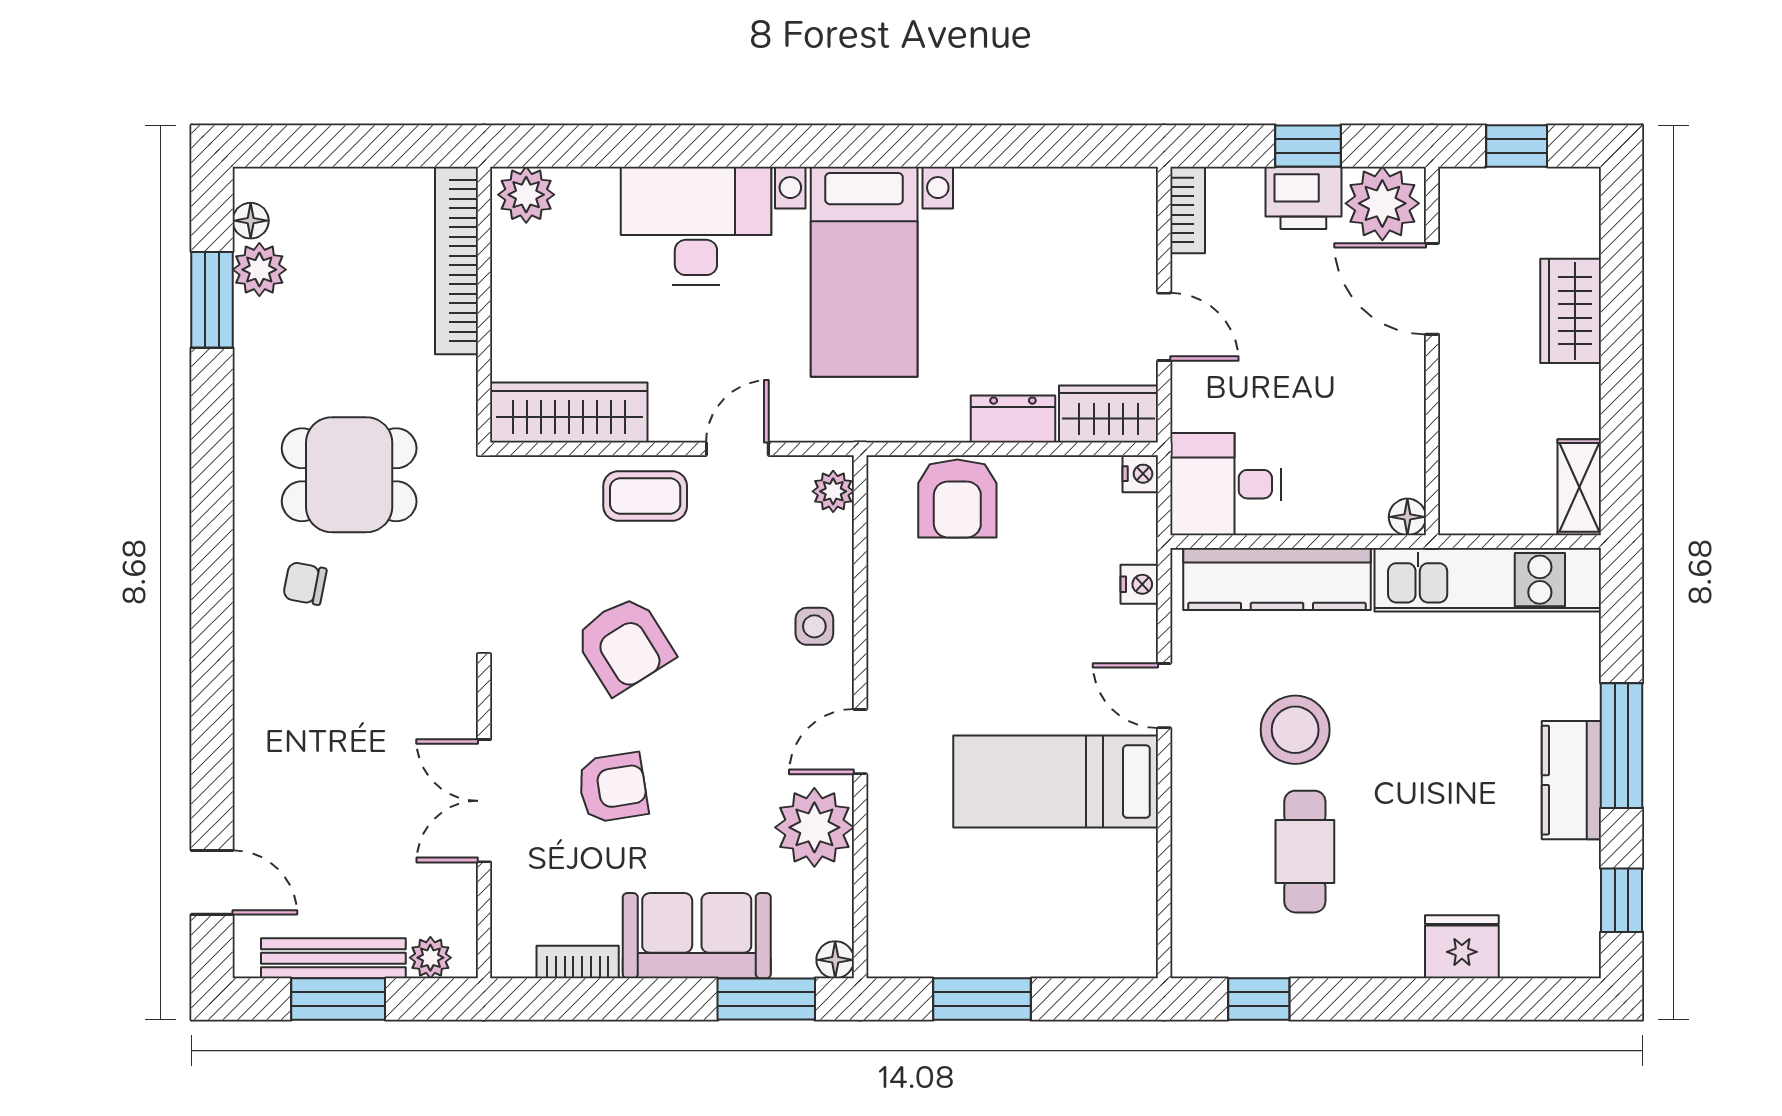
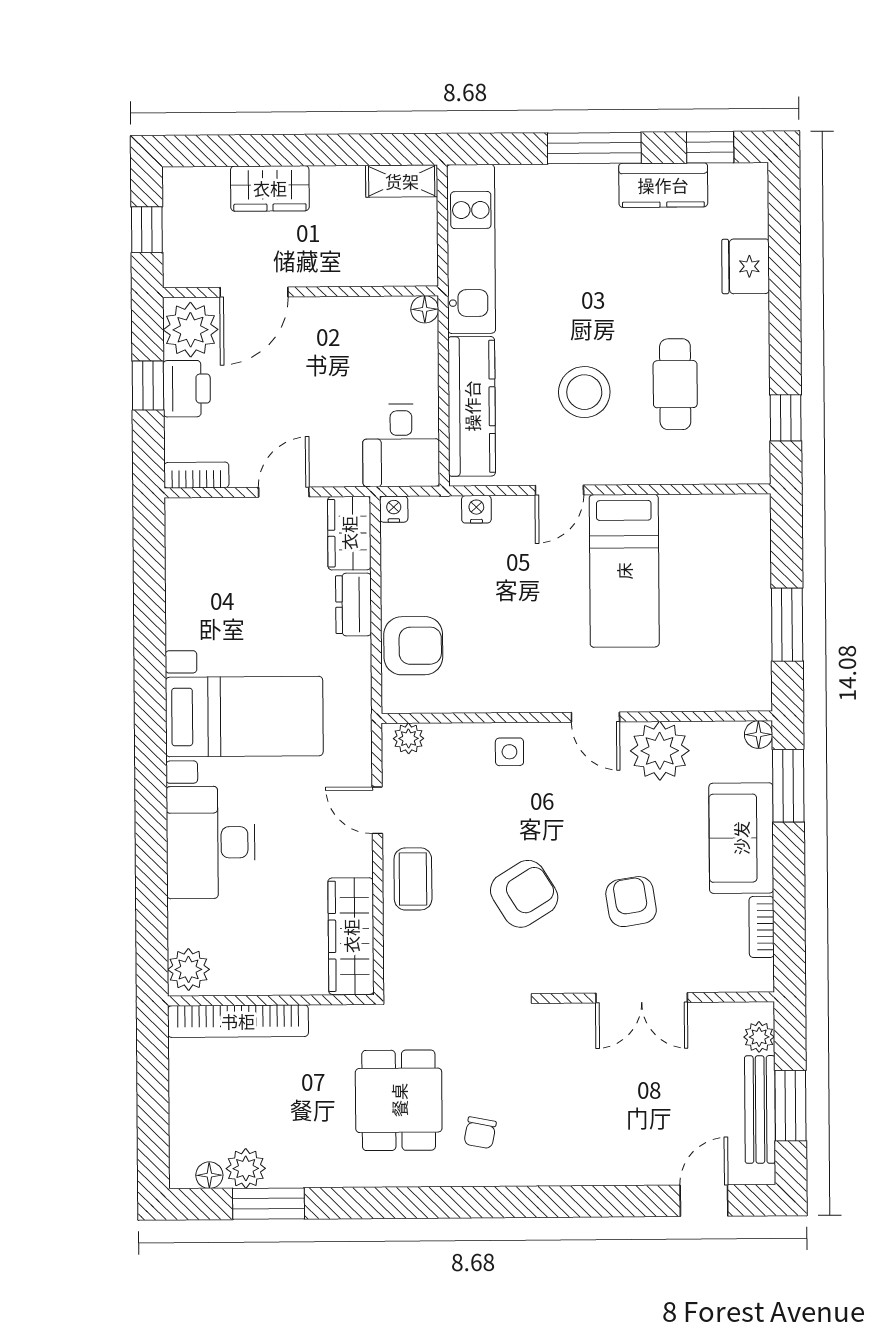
kitchen counter: (1571, 780) -> (663, 185), moved
cafe table: (1305, 852) -> (675, 384), turned 90

